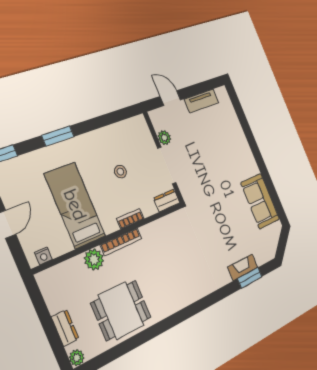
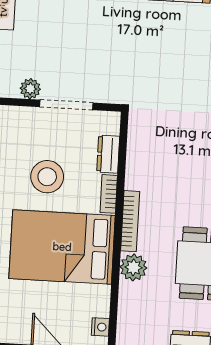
stool: (120, 172) -> (47, 177), width x1.89, depth x1.89
dresser: (167, 200) -> (108, 154), moved
bed: (75, 205) -> (62, 247), width x1.50

